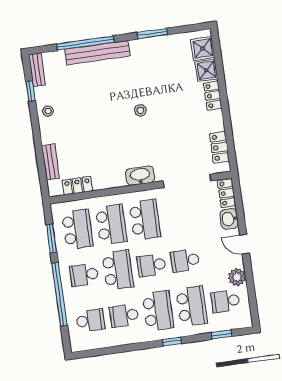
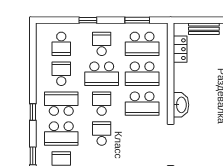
window: (59, 294) -> (88, 20), width x0.32
school desk: (158, 311) -> (61, 104), turned 180

